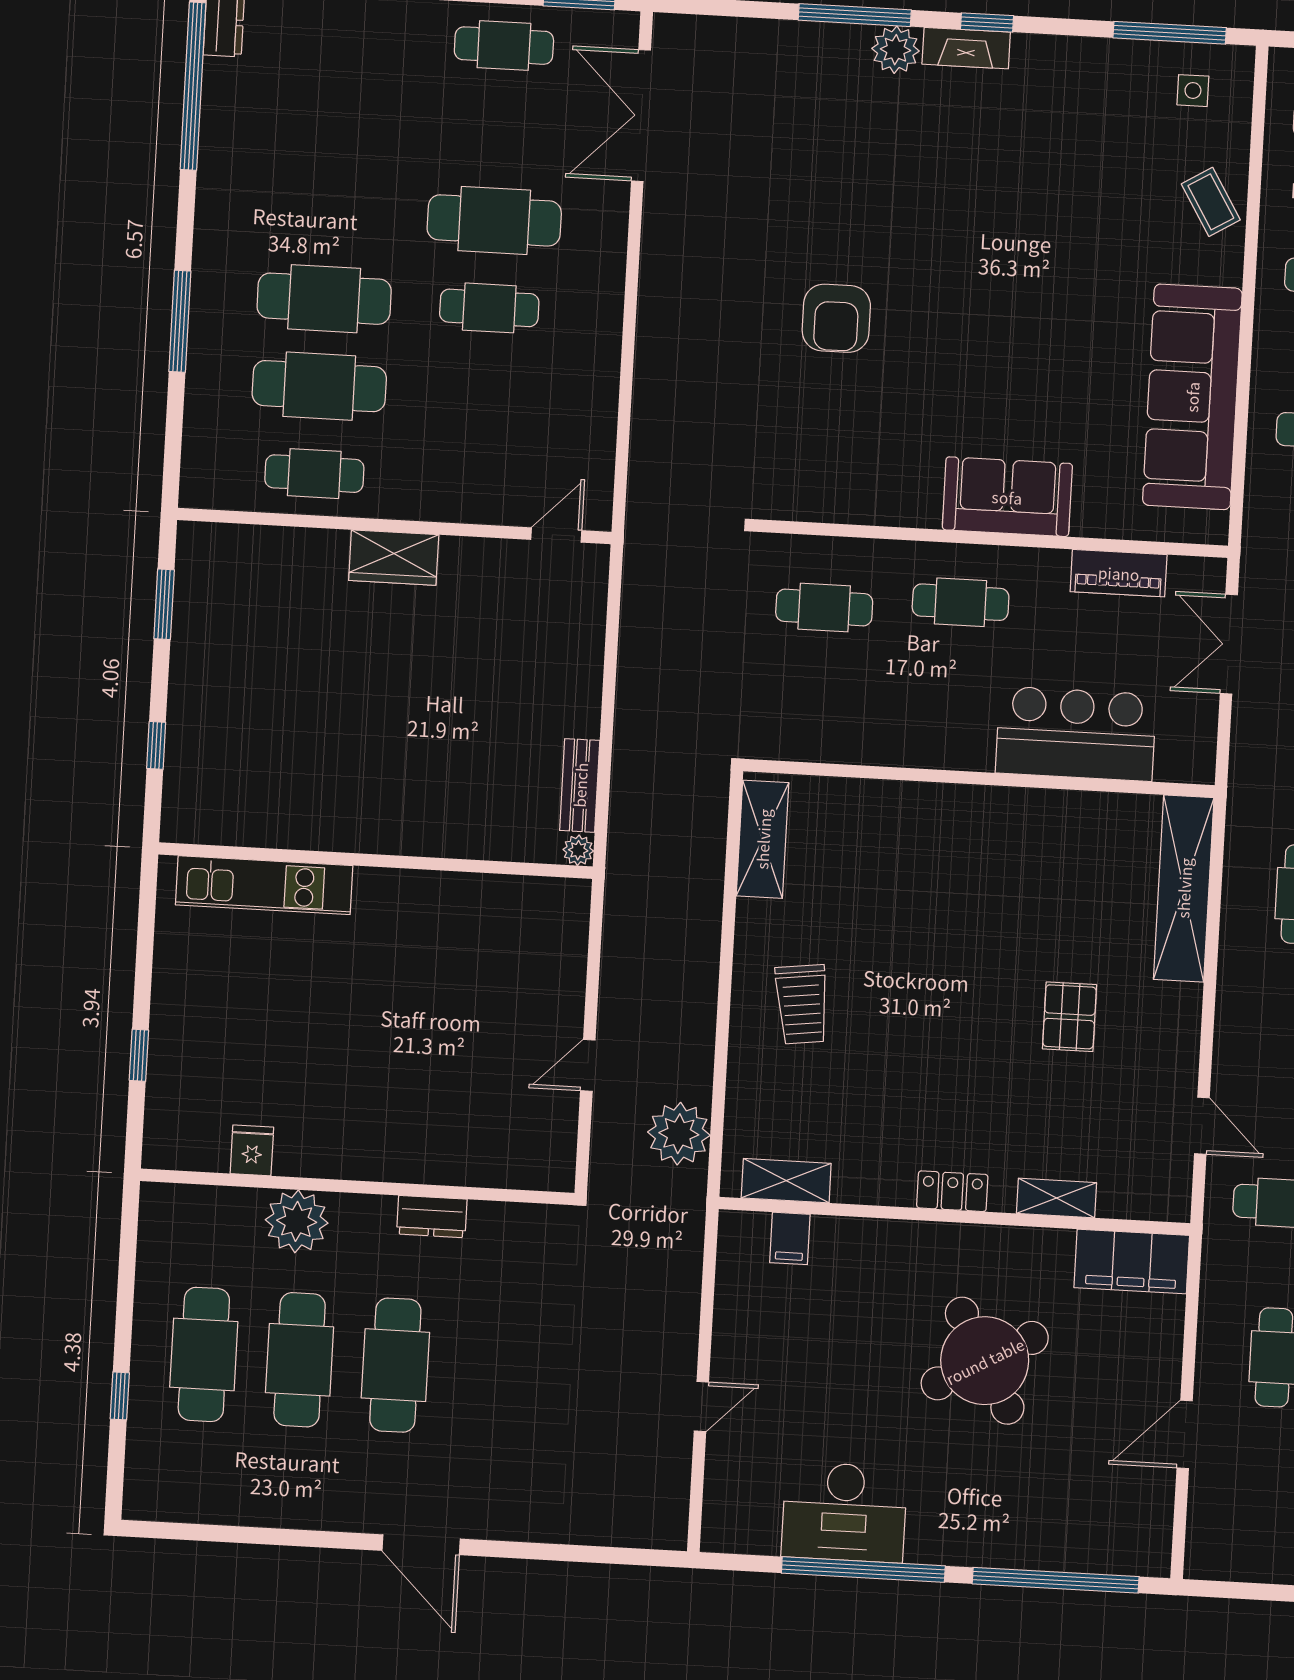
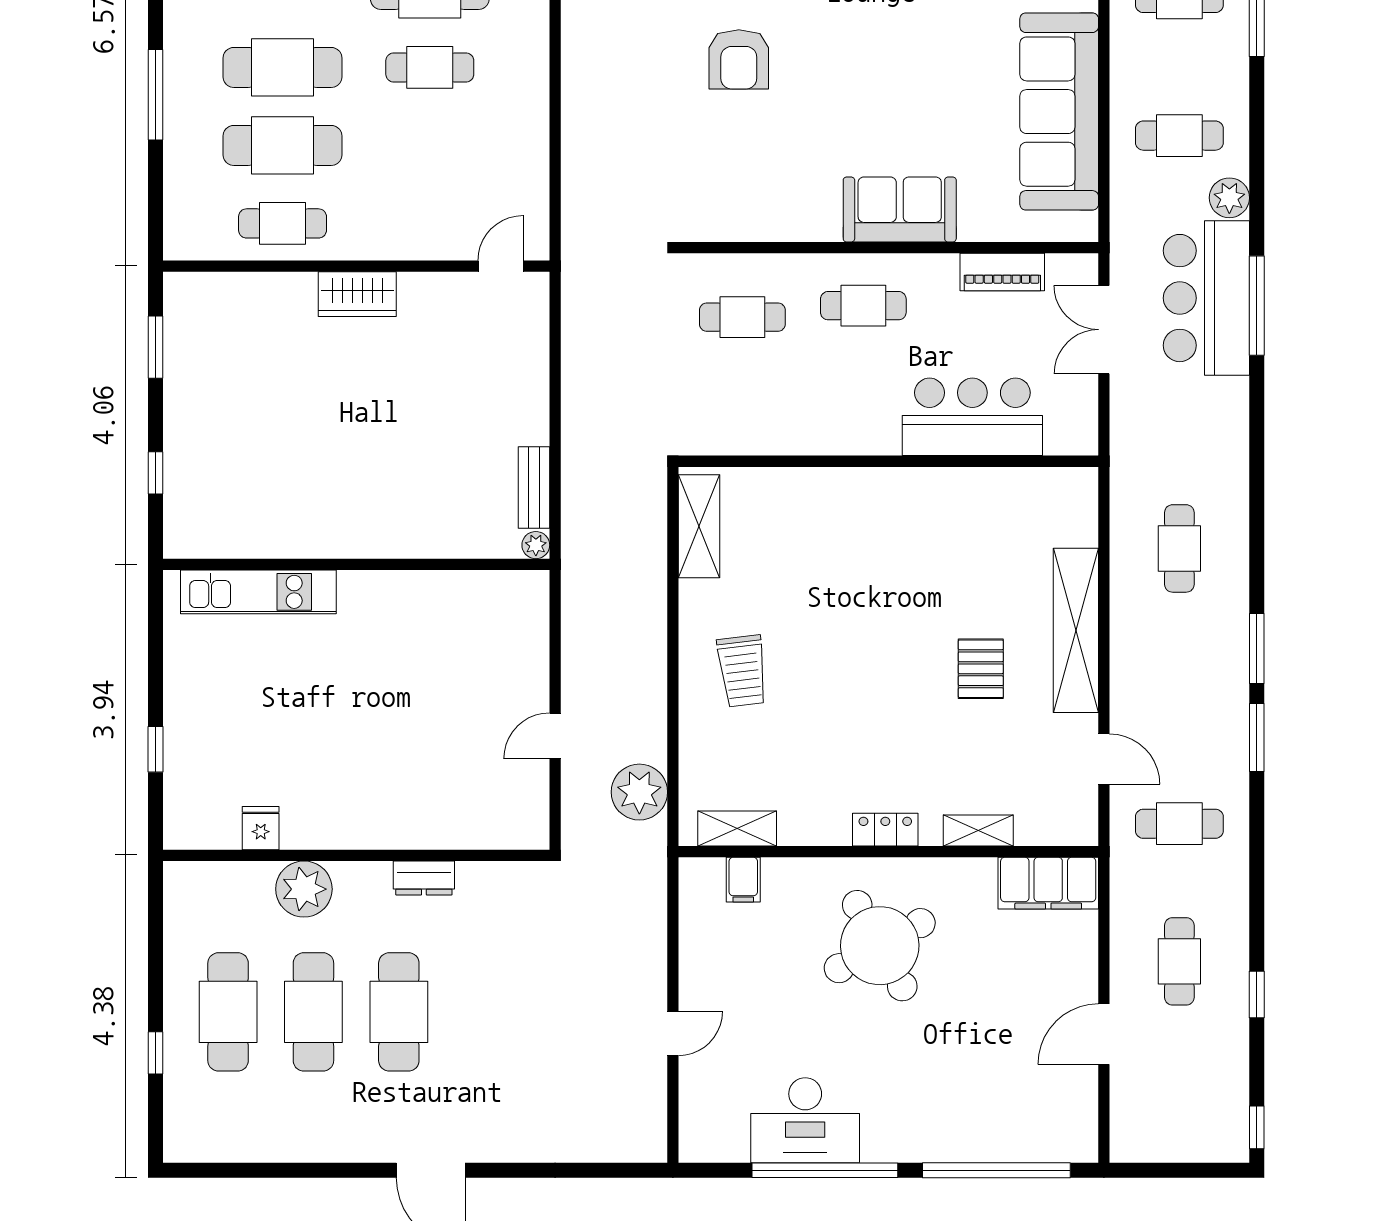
shelving: (1184, 888) -> (1076, 630), moved
round table: (985, 1361) -> (880, 946), moved

